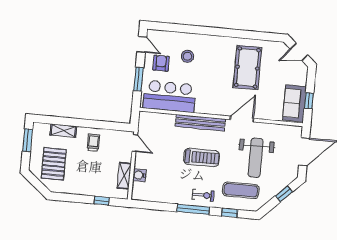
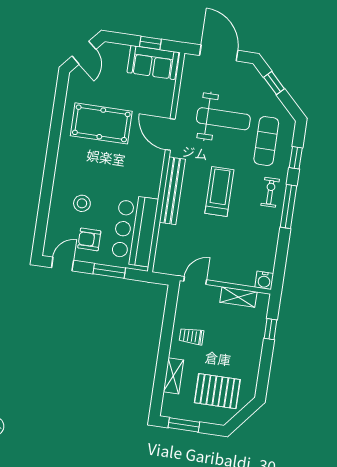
water cooler: (139, 175) -> (264, 280), moved

